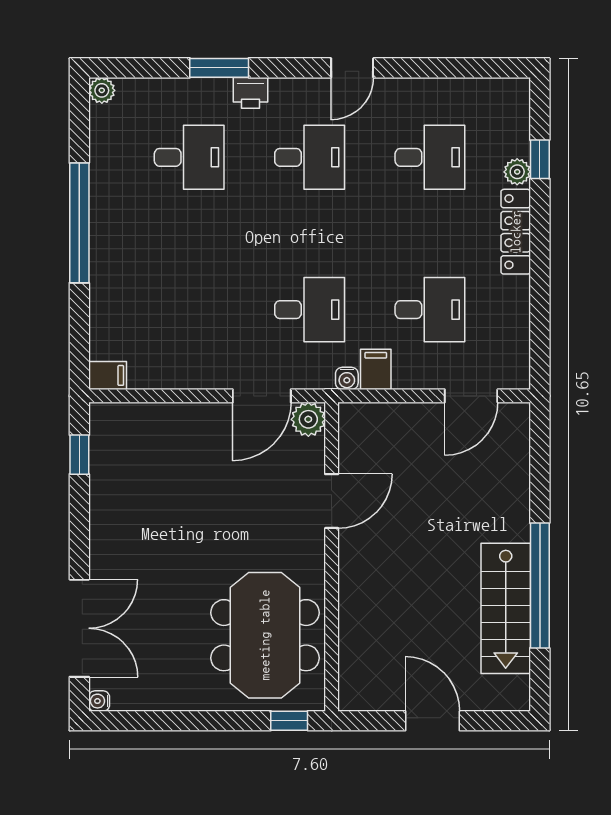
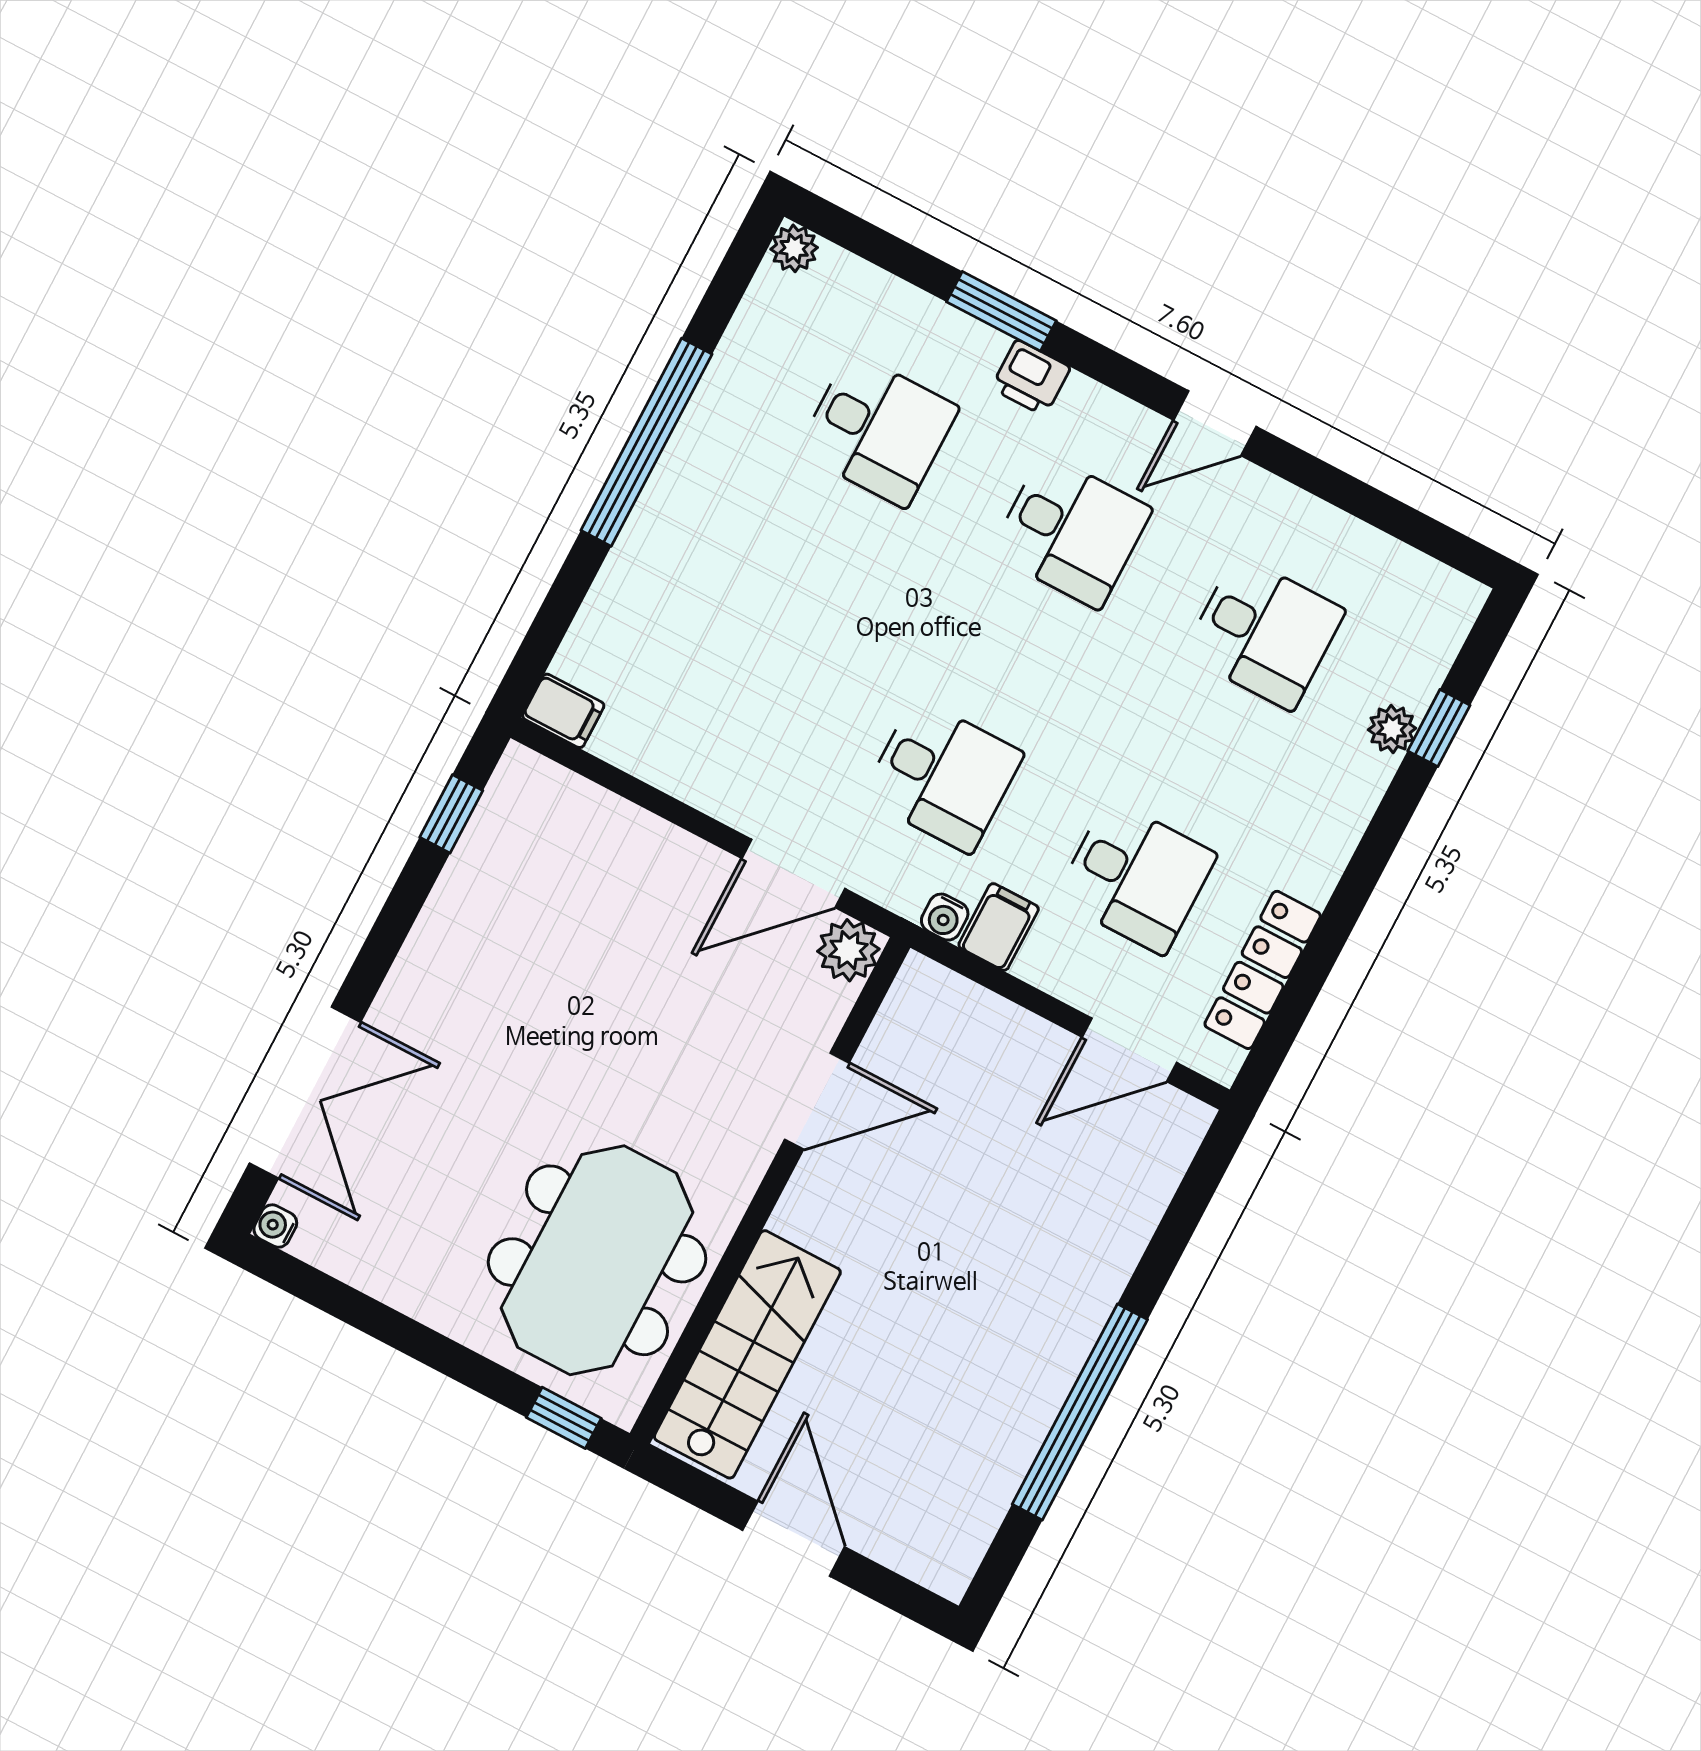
locker: (516, 232) -> (1263, 970), moved
stairs: (506, 608) -> (747, 1354), moved, turned 180

